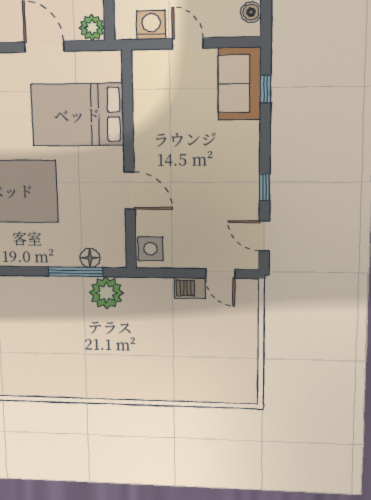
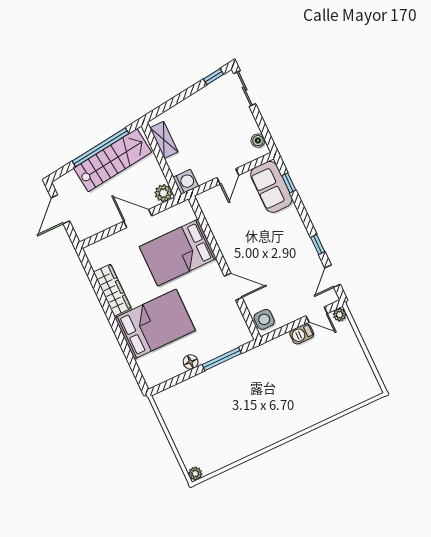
washing machine: (151, 25) -> (186, 182), moved, turned 90
door: (188, 43) -> (228, 176), swing flipped
door: (264, 236) -> (333, 276), hinge flipped
floor lamp: (90, 258) -> (191, 362), moved
plant: (106, 293) -> (340, 315), moved, width x0.53, depth x0.53

